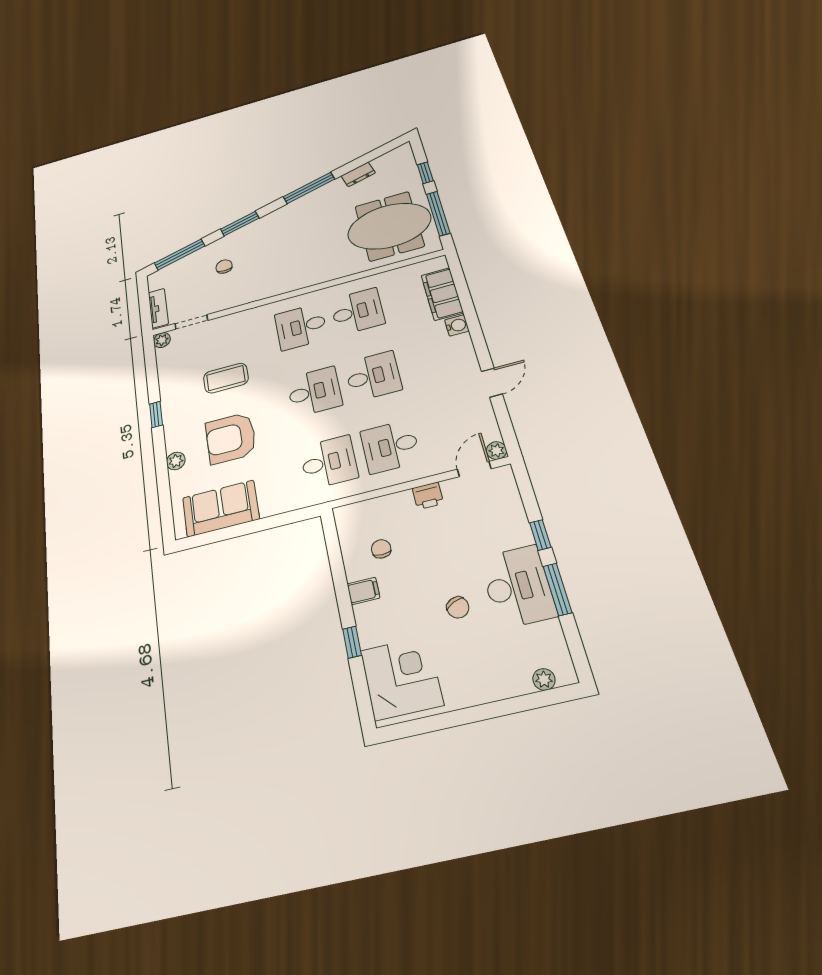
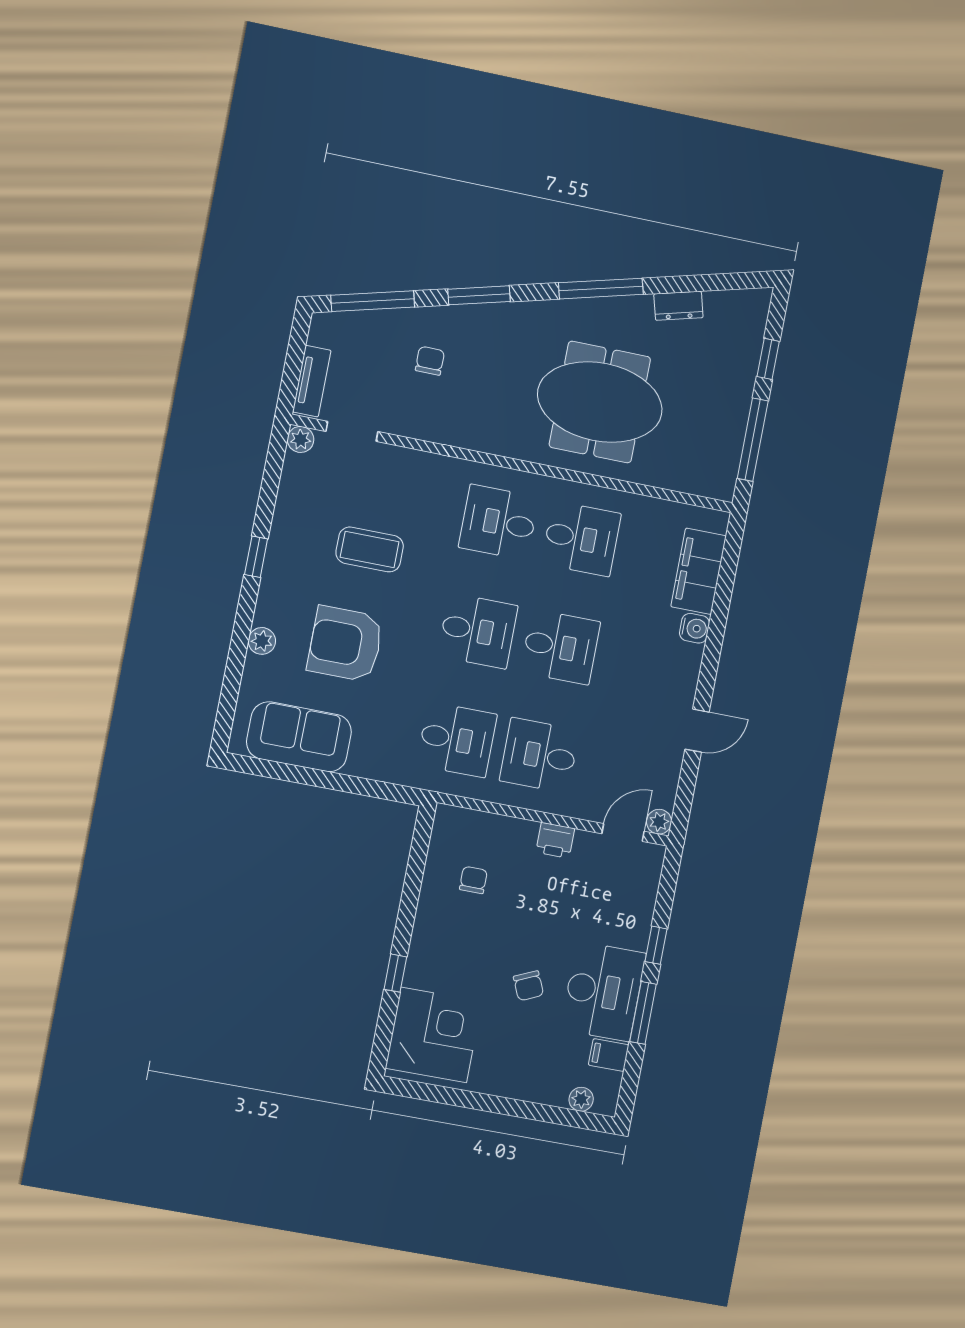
meeting table: (389, 226) -> (600, 402), moved
filing cabinet: (363, 591) -> (609, 1055), moved, turned 180

